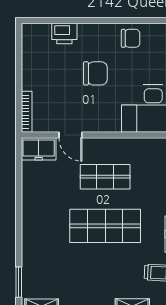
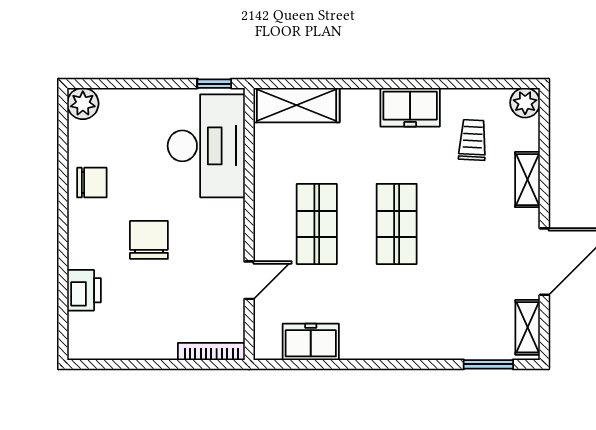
chair: (131, 38) -> (92, 183), turned 90
freezer: (39, 149) -> (311, 342), moved, turned -90
shop shelf: (105, 226) -> (397, 224), width x0.70, depth x0.74

